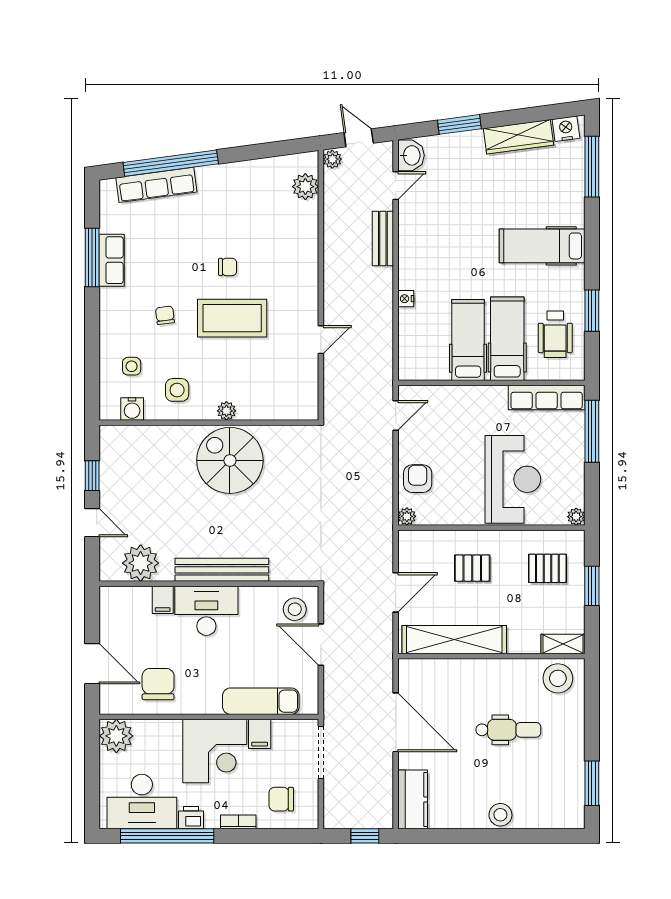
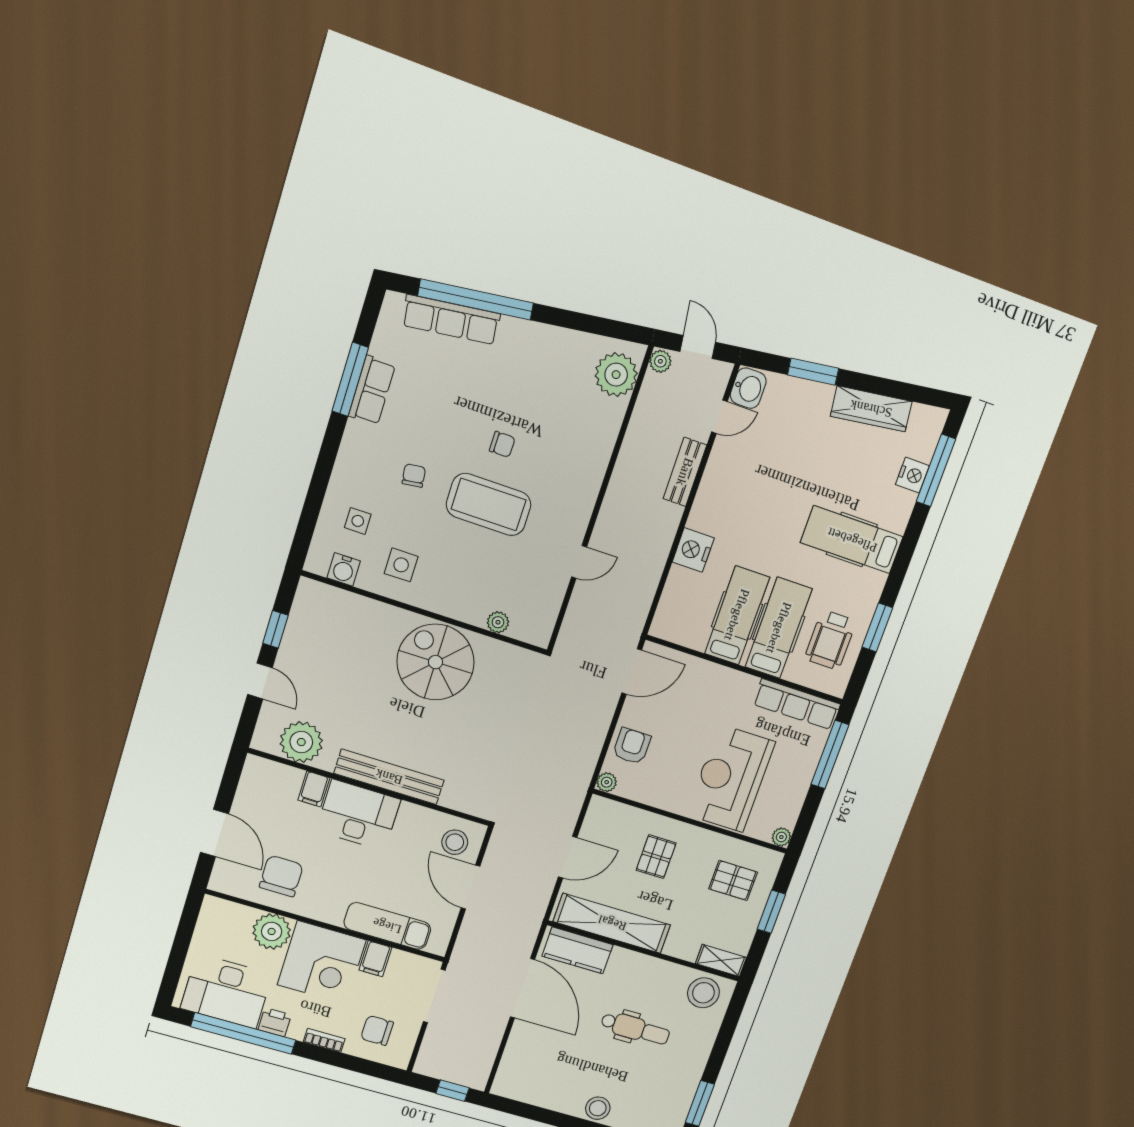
nightstand: (566, 129) -> (912, 475), moved, turned 98
plant: (305, 187) -> (616, 375), width x1.36, depth x1.36
nightstand: (406, 299) -> (693, 550), width x1.89, depth x1.79
plant: (226, 411) -> (498, 622), moved
door: (396, 416) -> (632, 672), width x1.38
reception desk: (513, 479) -> (731, 778), turned 180
pallet: (472, 568) -> (656, 857), turned 90
plant: (116, 736) -> (272, 931), moved
kitchen counter: (413, 799) -> (578, 950), moved, turned 90

